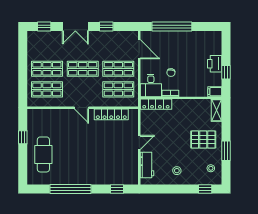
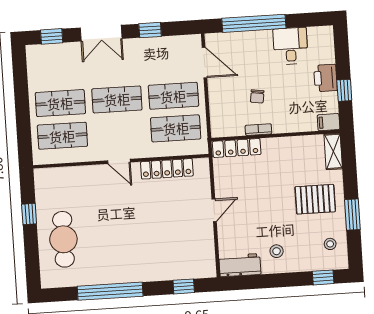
desk: (151, 85) -> (291, 46), moved, turned 180
workbench: (147, 165) -> (240, 265), moved, turned -90

